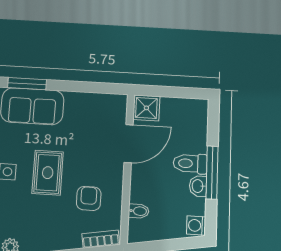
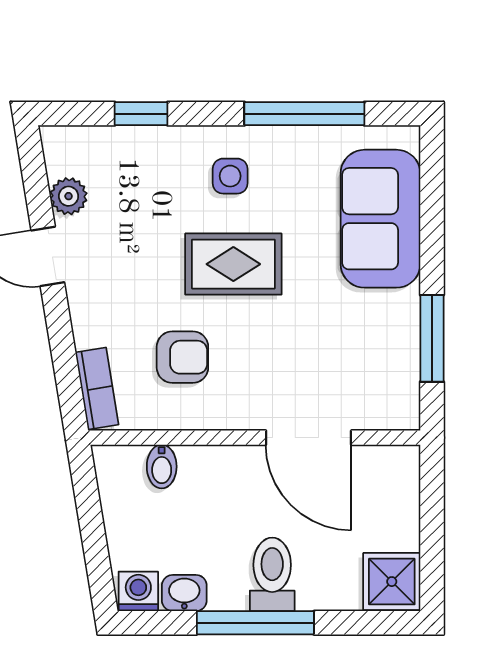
window: (27, 84) -> (432, 338), moved
shower: (146, 108) -> (392, 582), moved
washbasin: (198, 186) -> (184, 593), moved

